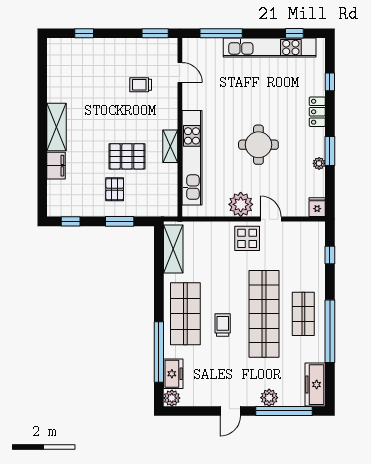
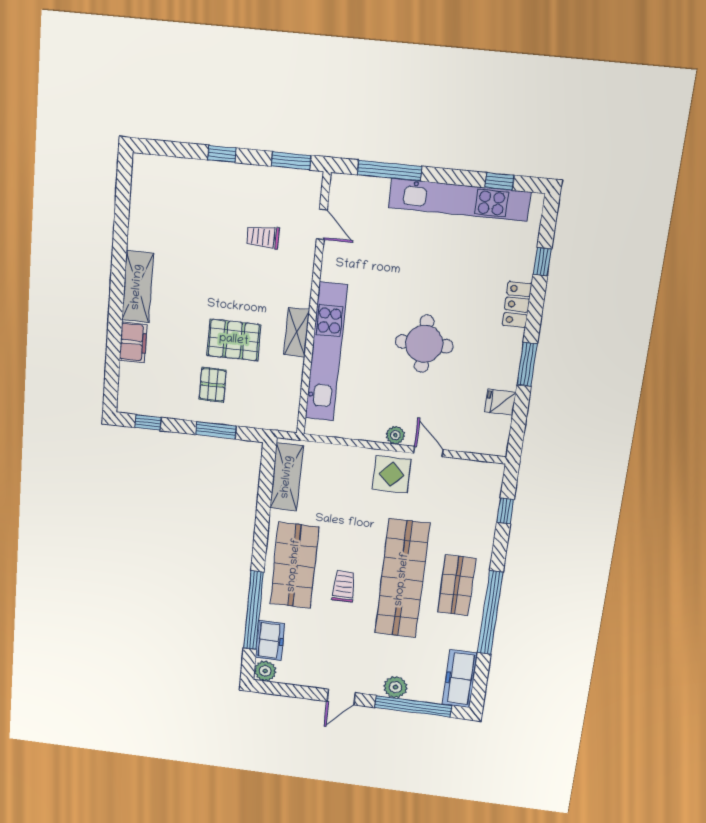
window: (84, 33) -> (222, 154), moved
plant: (319, 163) -> (509, 381), removed
plant: (241, 204) -> (395, 435), width x0.53, depth x0.53
fridge: (317, 207) -> (501, 402), moved, turned -90

